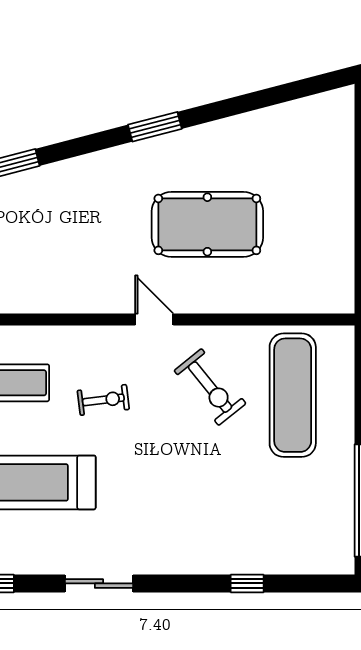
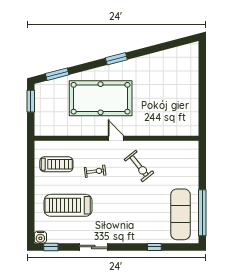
pool table: (207, 224) -> (101, 98), moved, width x1.36, depth x1.32
exercise mat: (293, 395) -> (181, 214), moved

